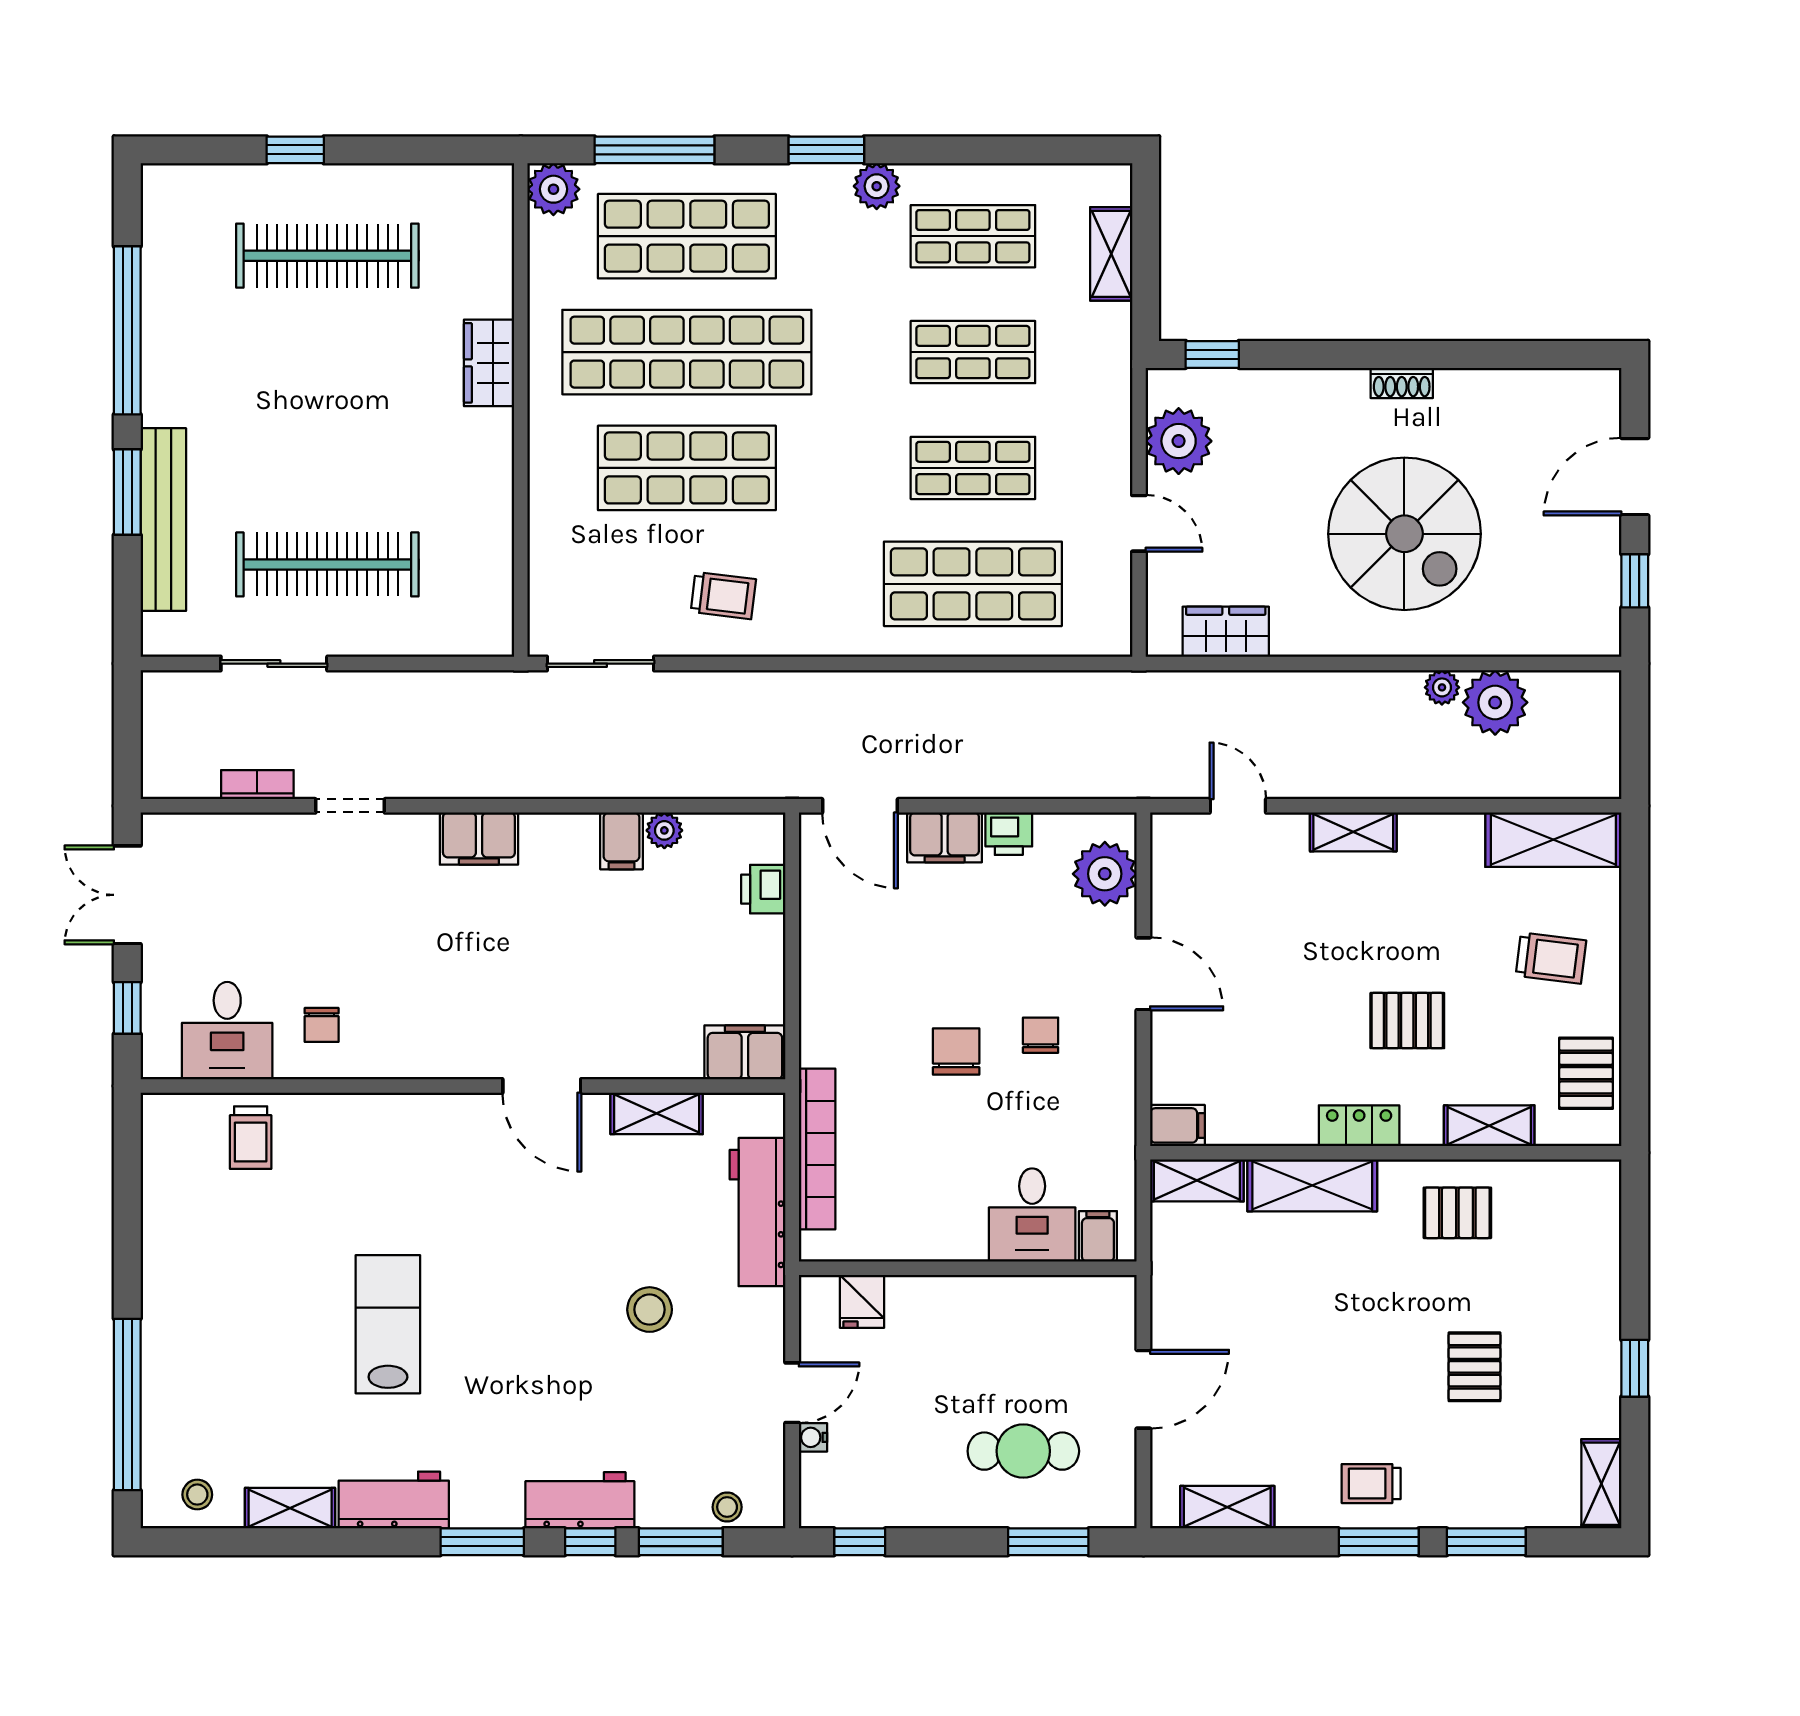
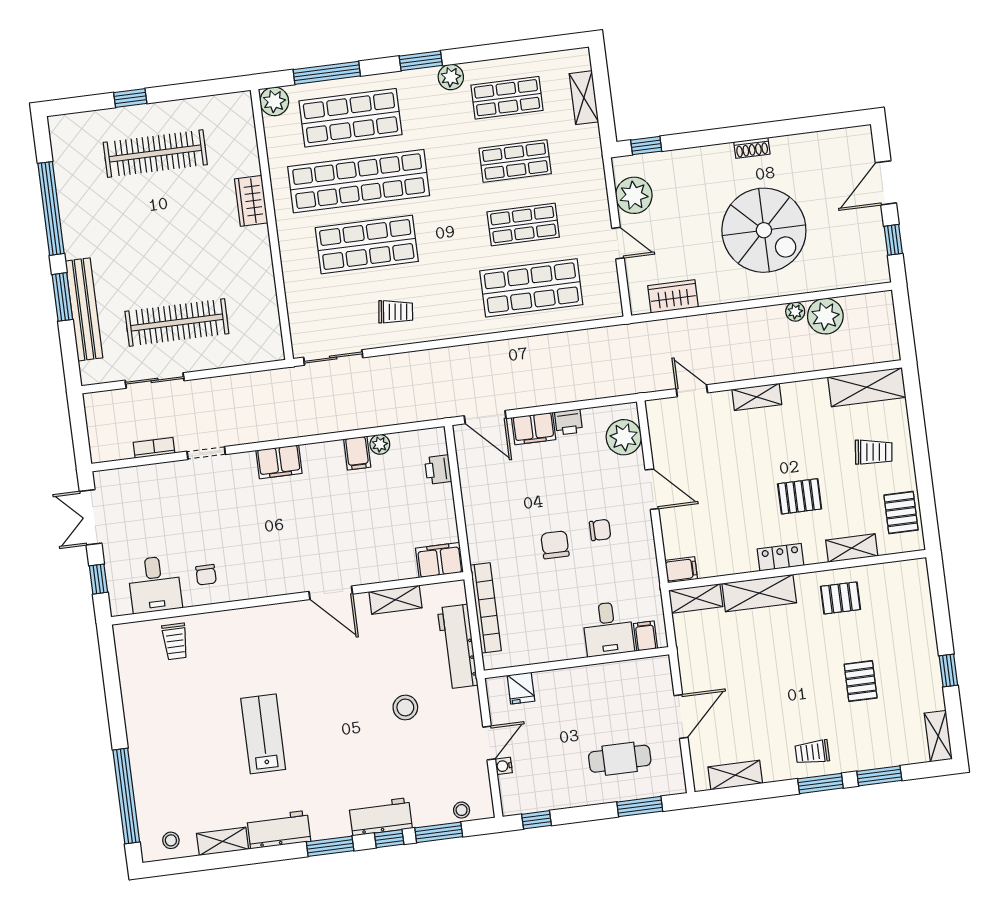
chair: (1041, 1035) -> (600, 530), turned 90

